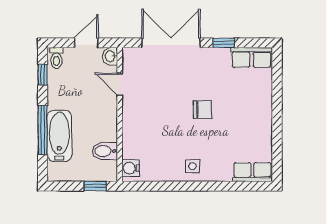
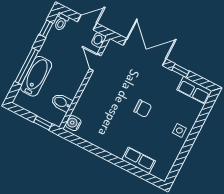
side table: (192, 166) -> (179, 130), moved
row of seats: (252, 172) -> (139, 160), moved

